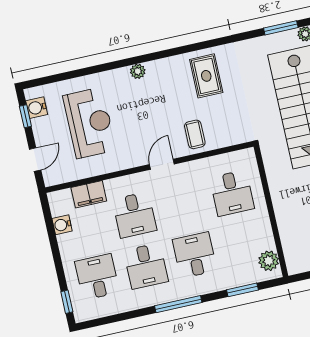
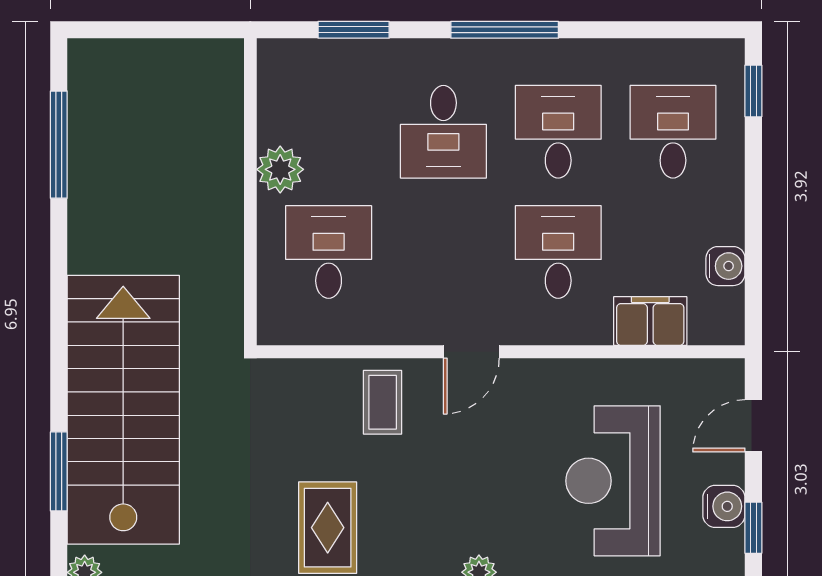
water cooler: (37, 108) -> (724, 506), moved
plant: (269, 261) -> (280, 169), moved
desk: (97, 277) -> (673, 132), turned 180

